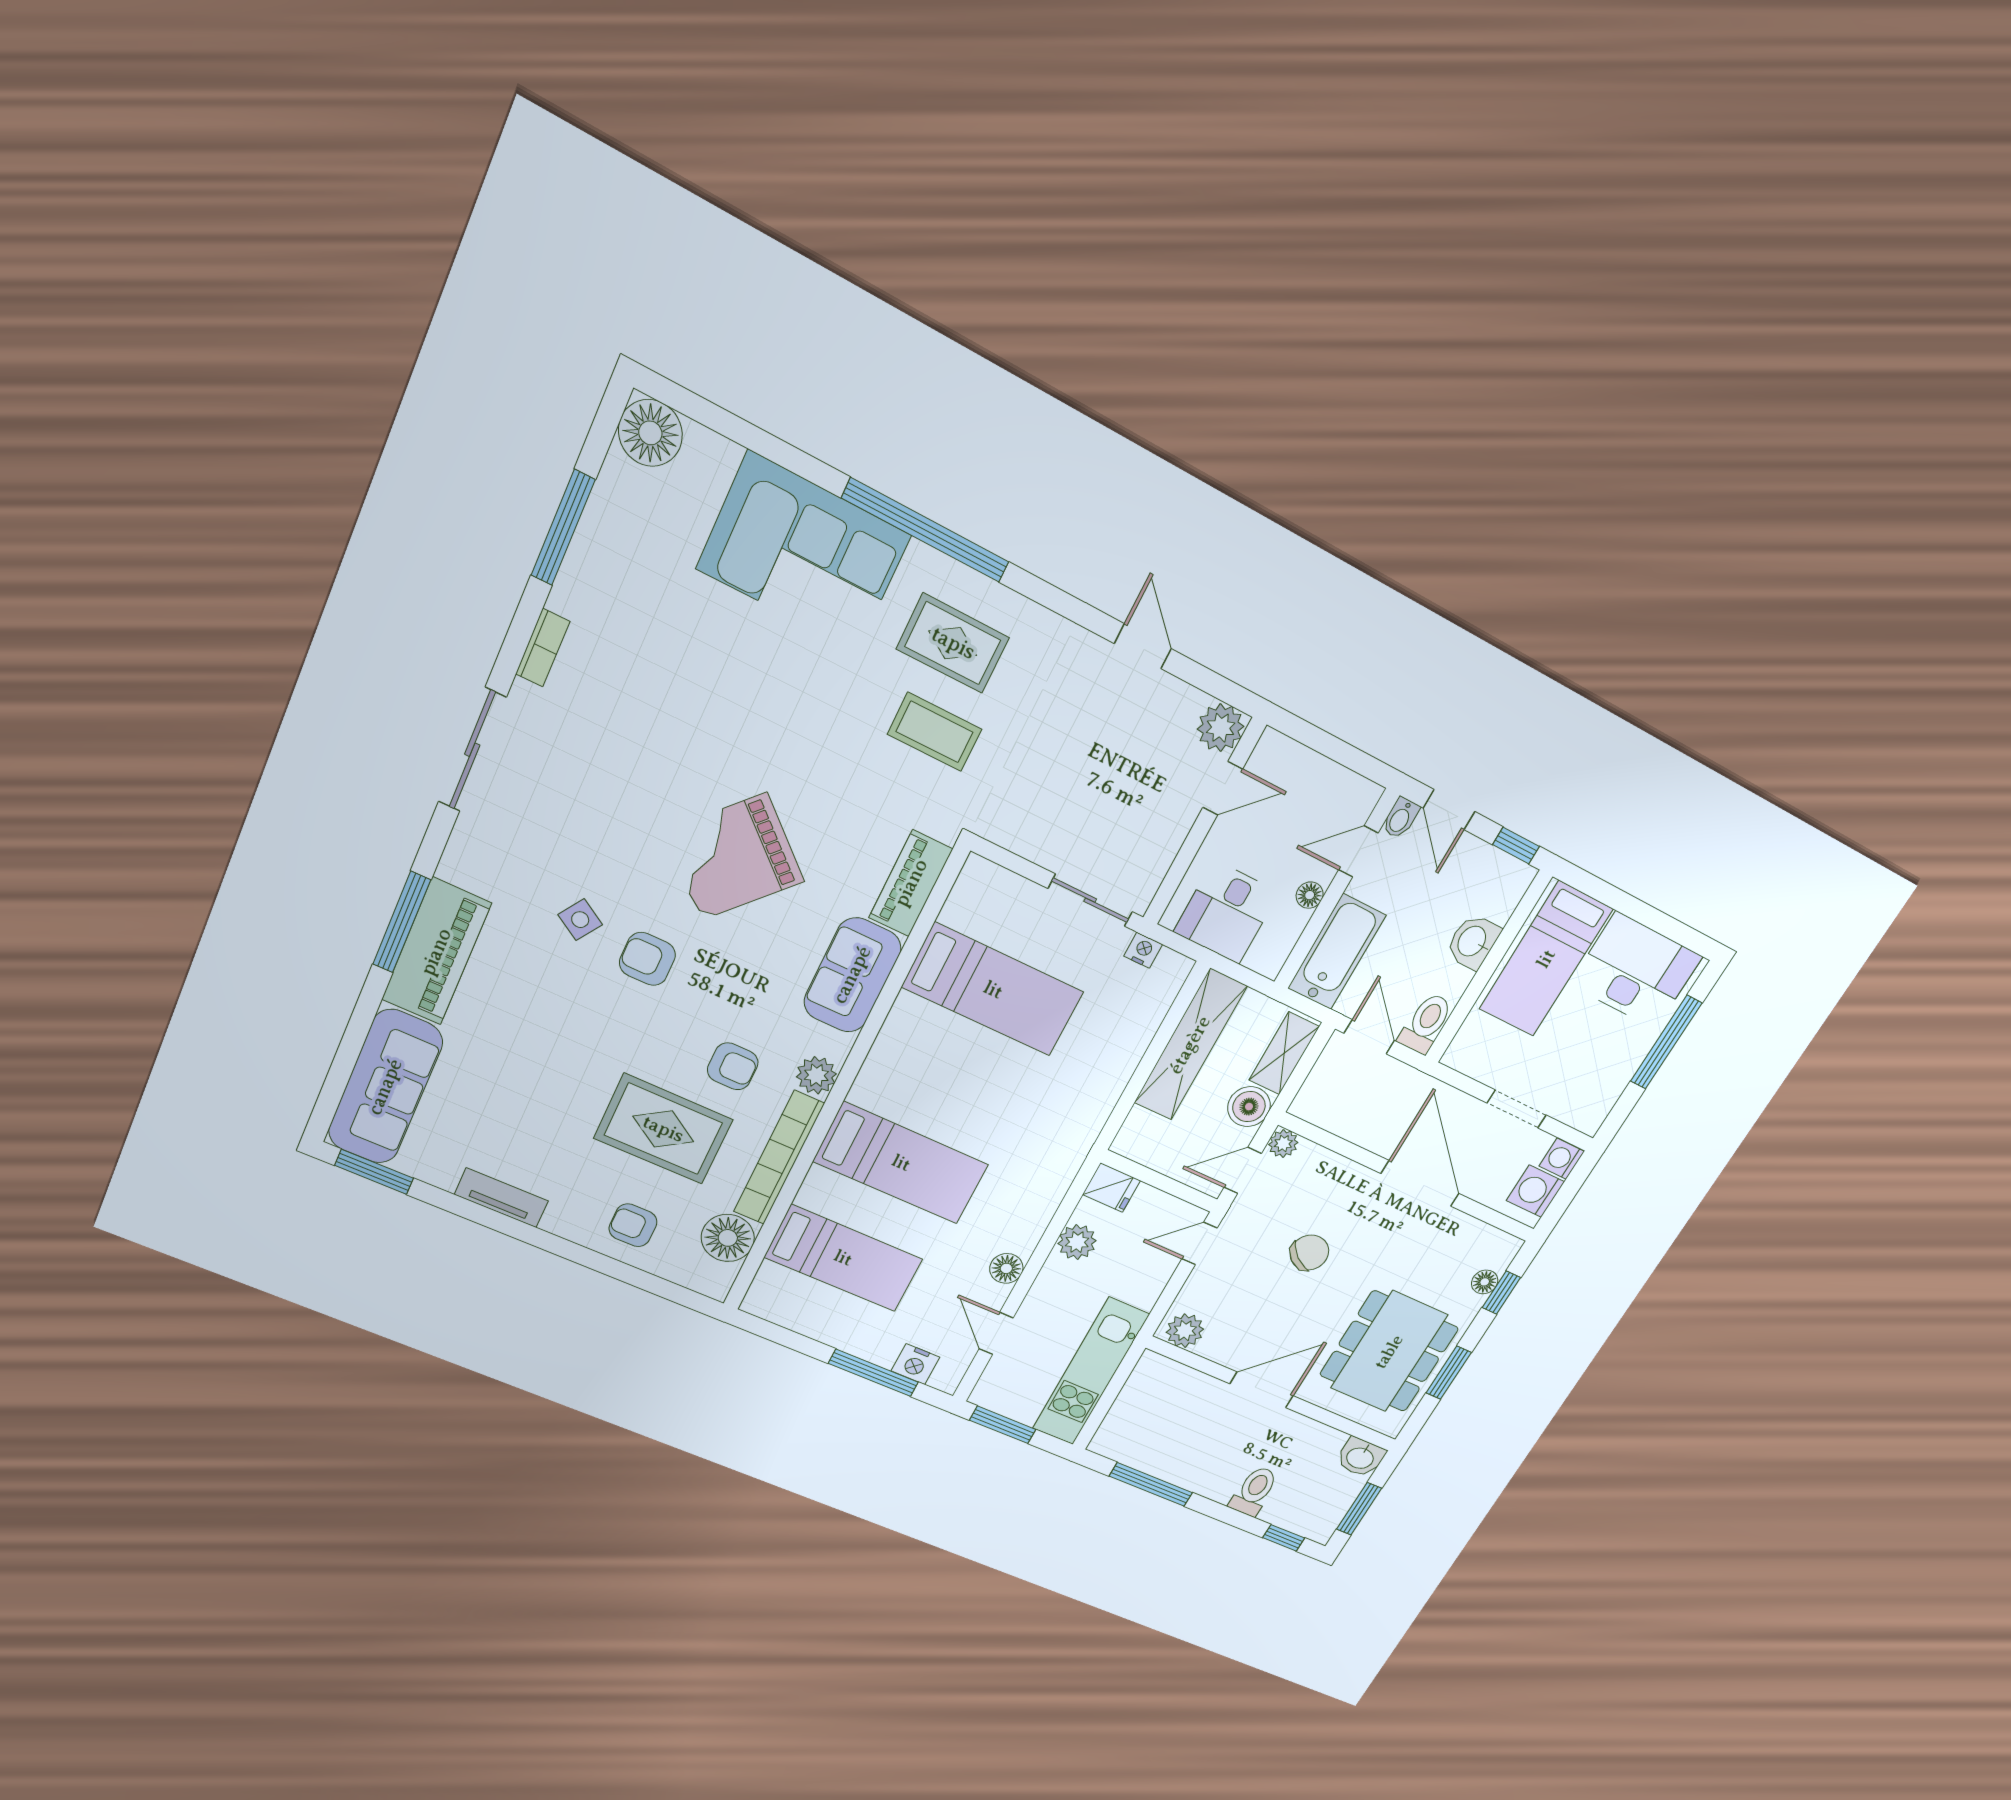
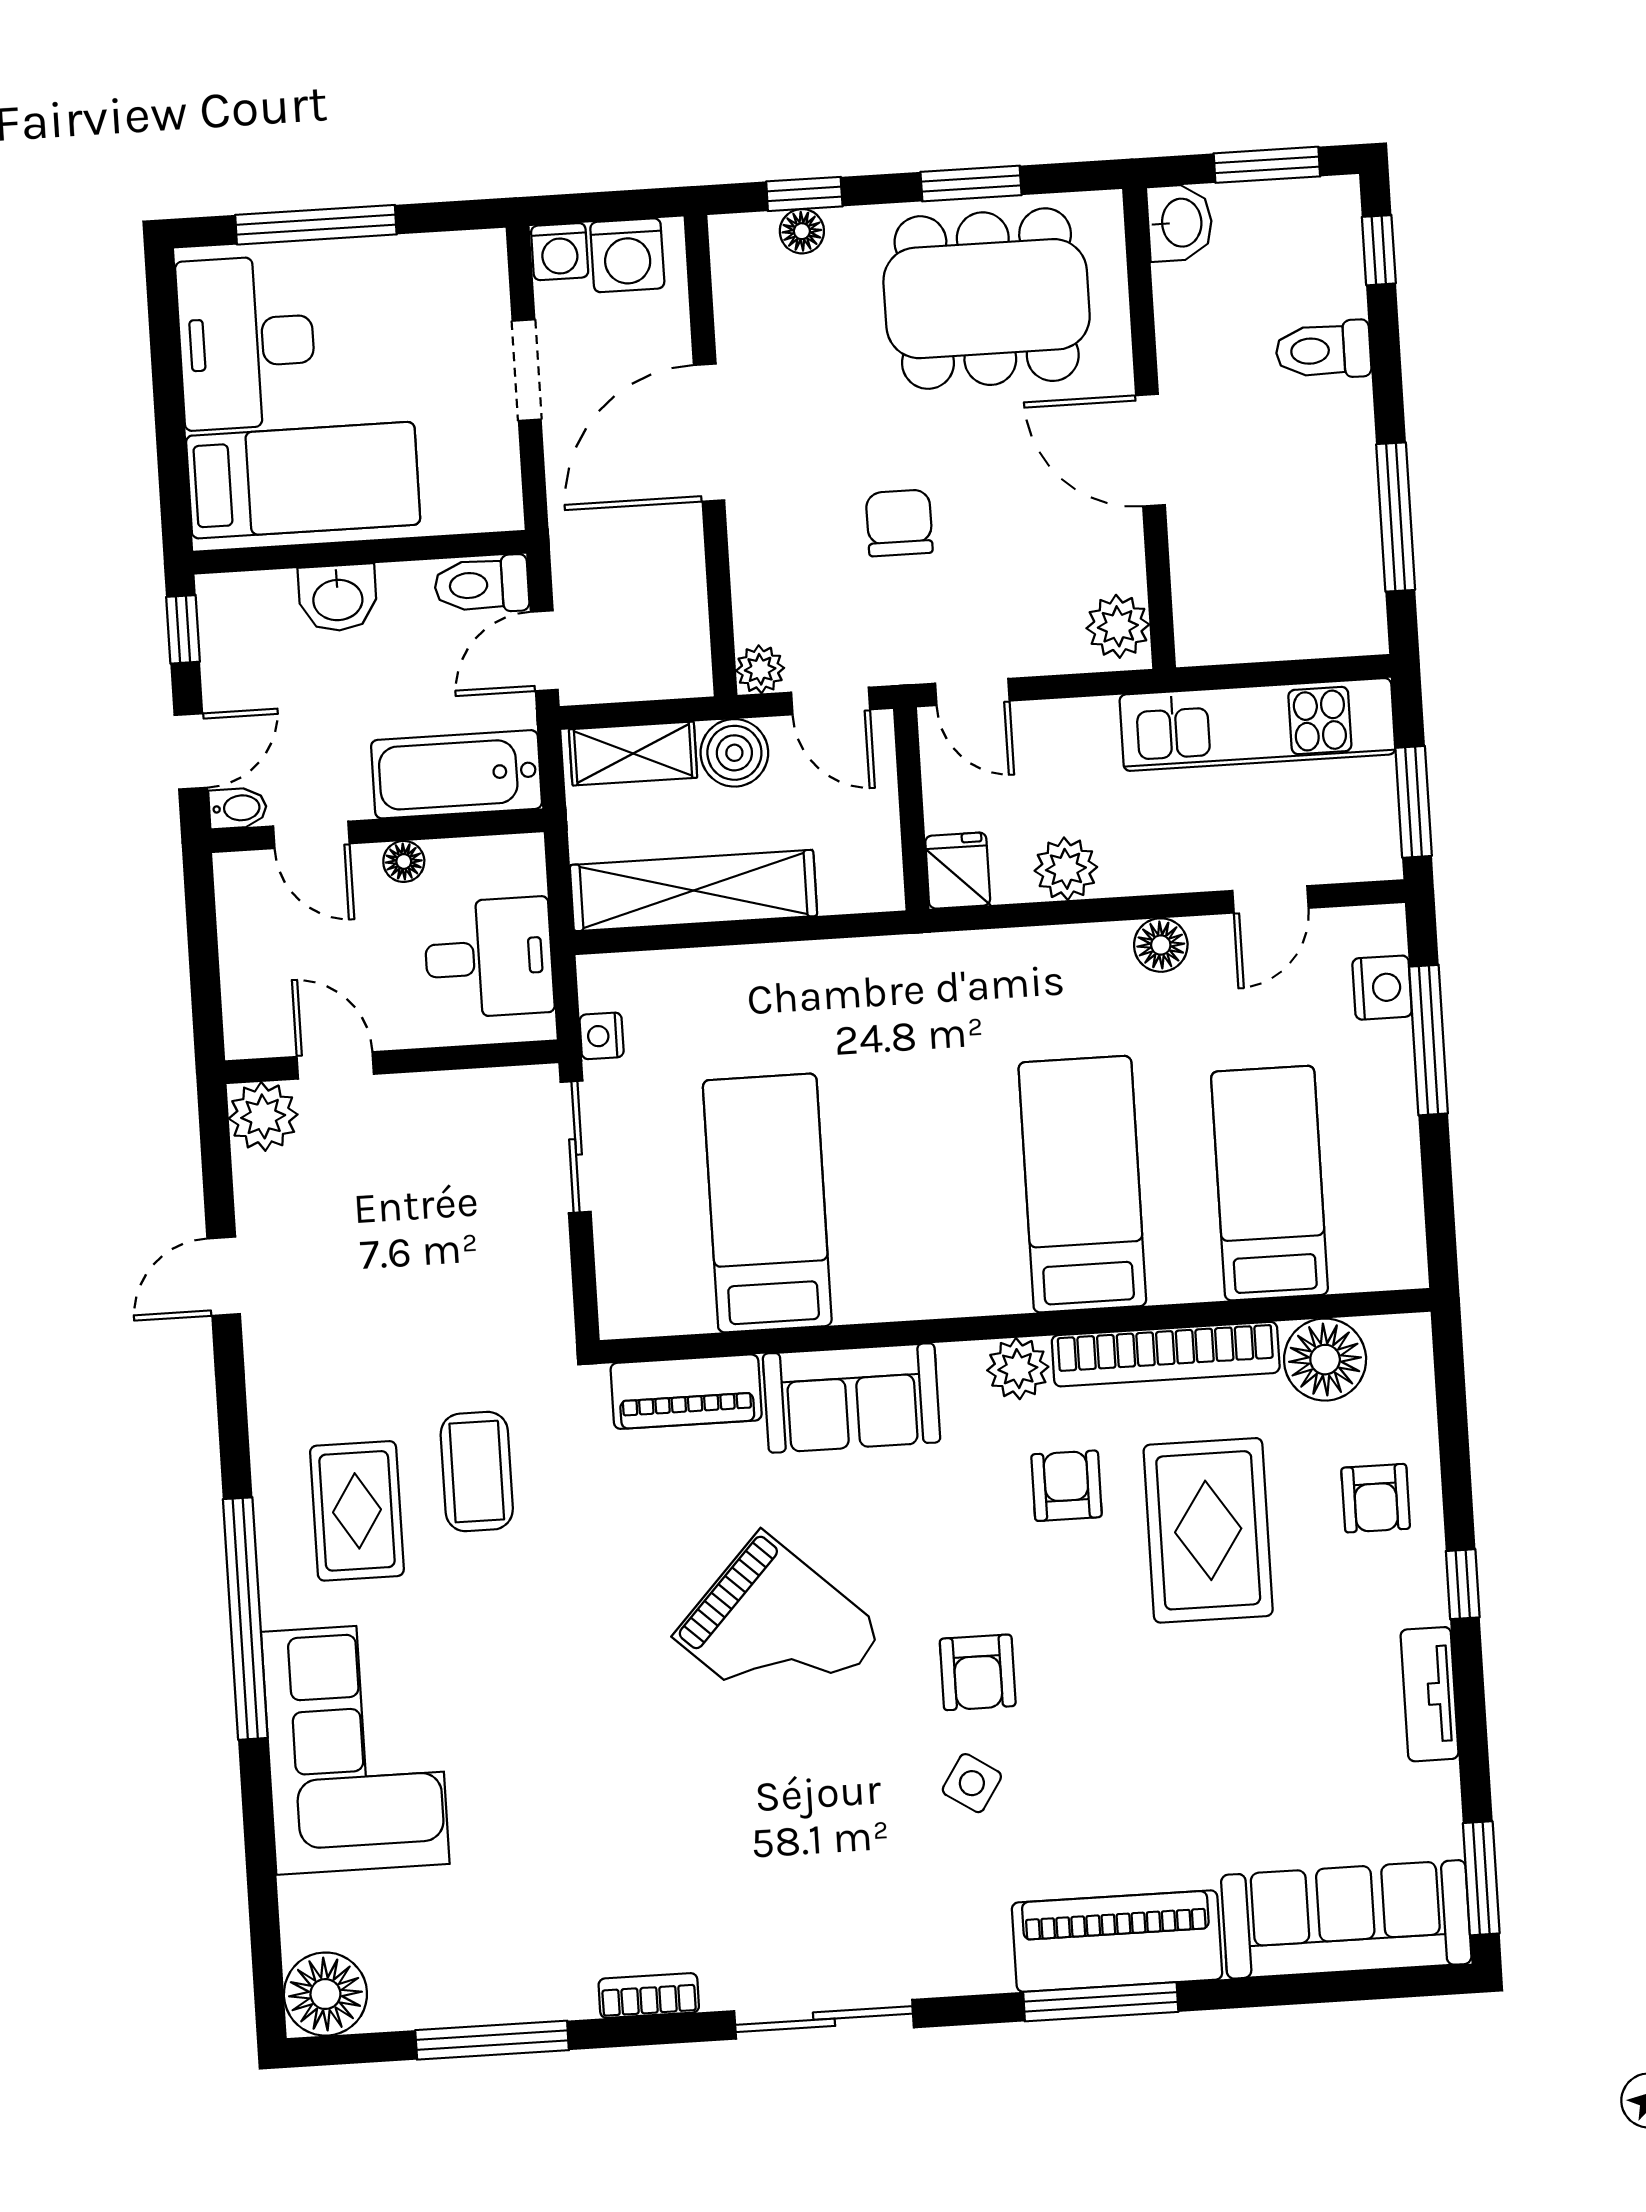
window: (558, 1246) -> (1463, 1584), added
chair: (1309, 1253) -> (899, 523), turned 52

